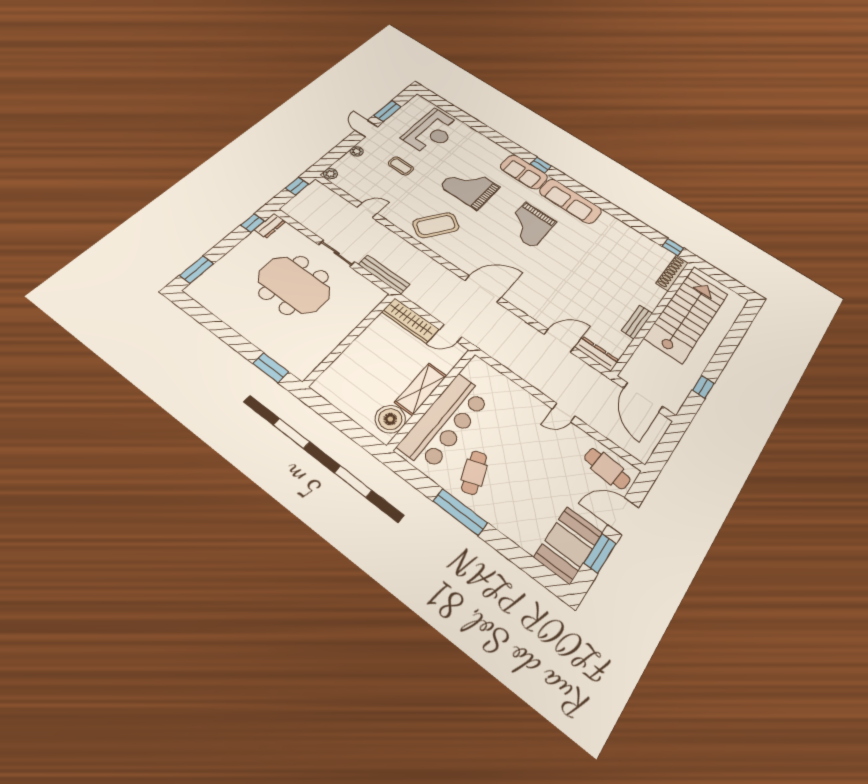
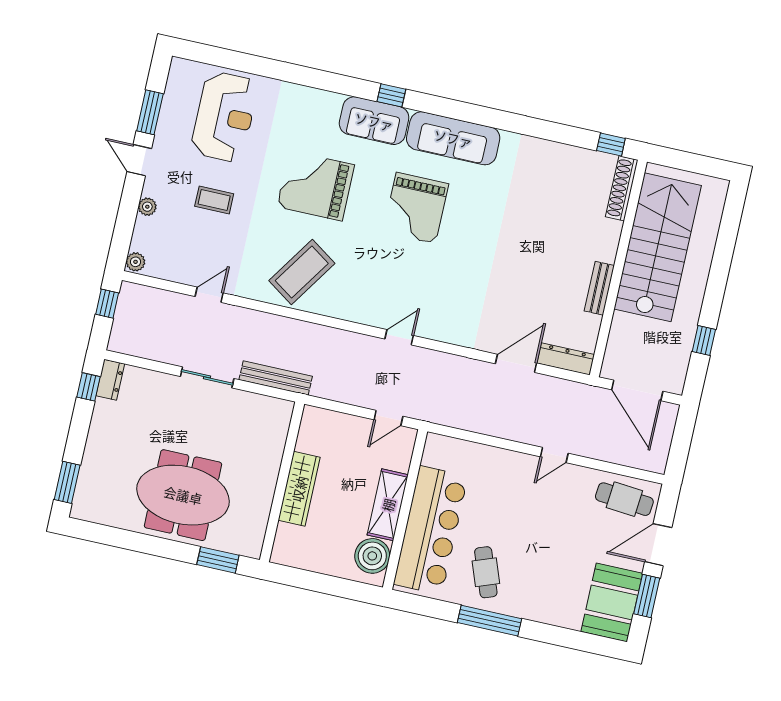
meeting table: (294, 285) -> (183, 495), moved
door: (483, 289) -> (399, 337), width x0.53
wardrobe: (410, 320) -> (299, 489), moved, turned -90

